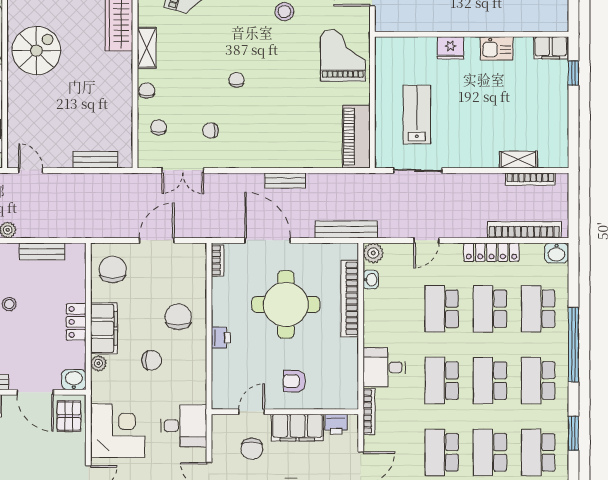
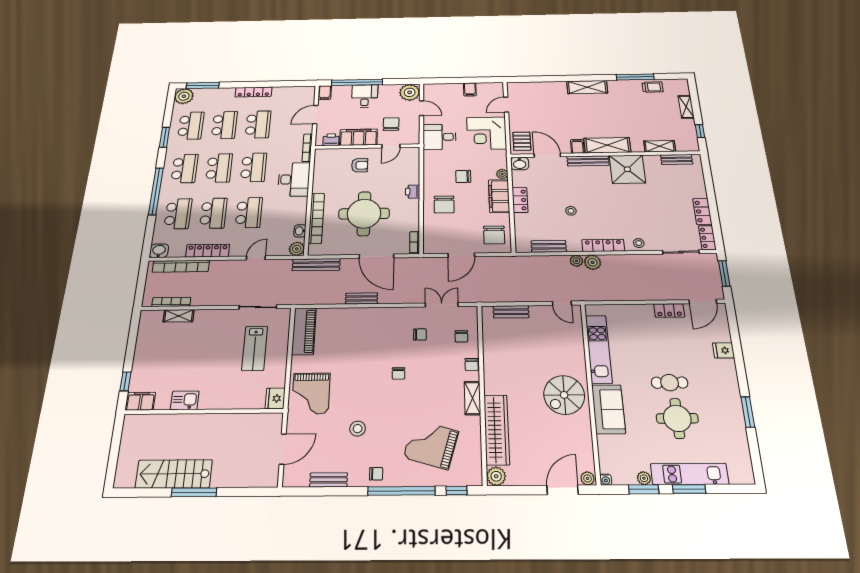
fridge: (451, 48) -> (275, 398), moved, turned -90
desk: (384, 367) -> (294, 179), width x1.37

